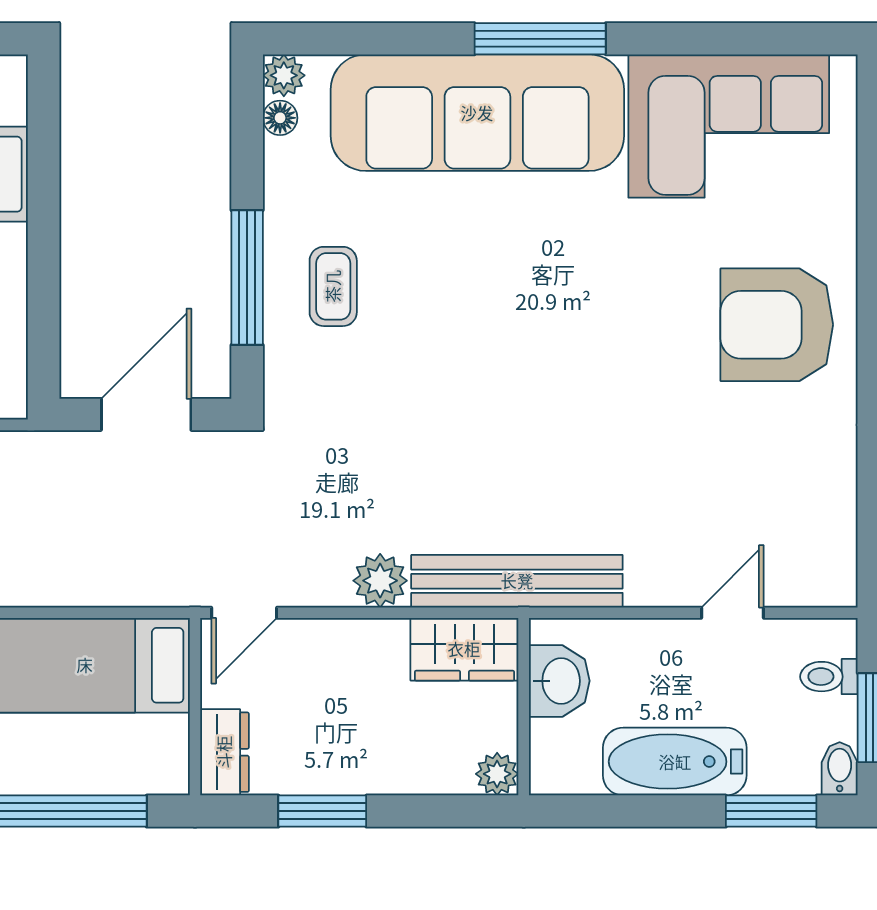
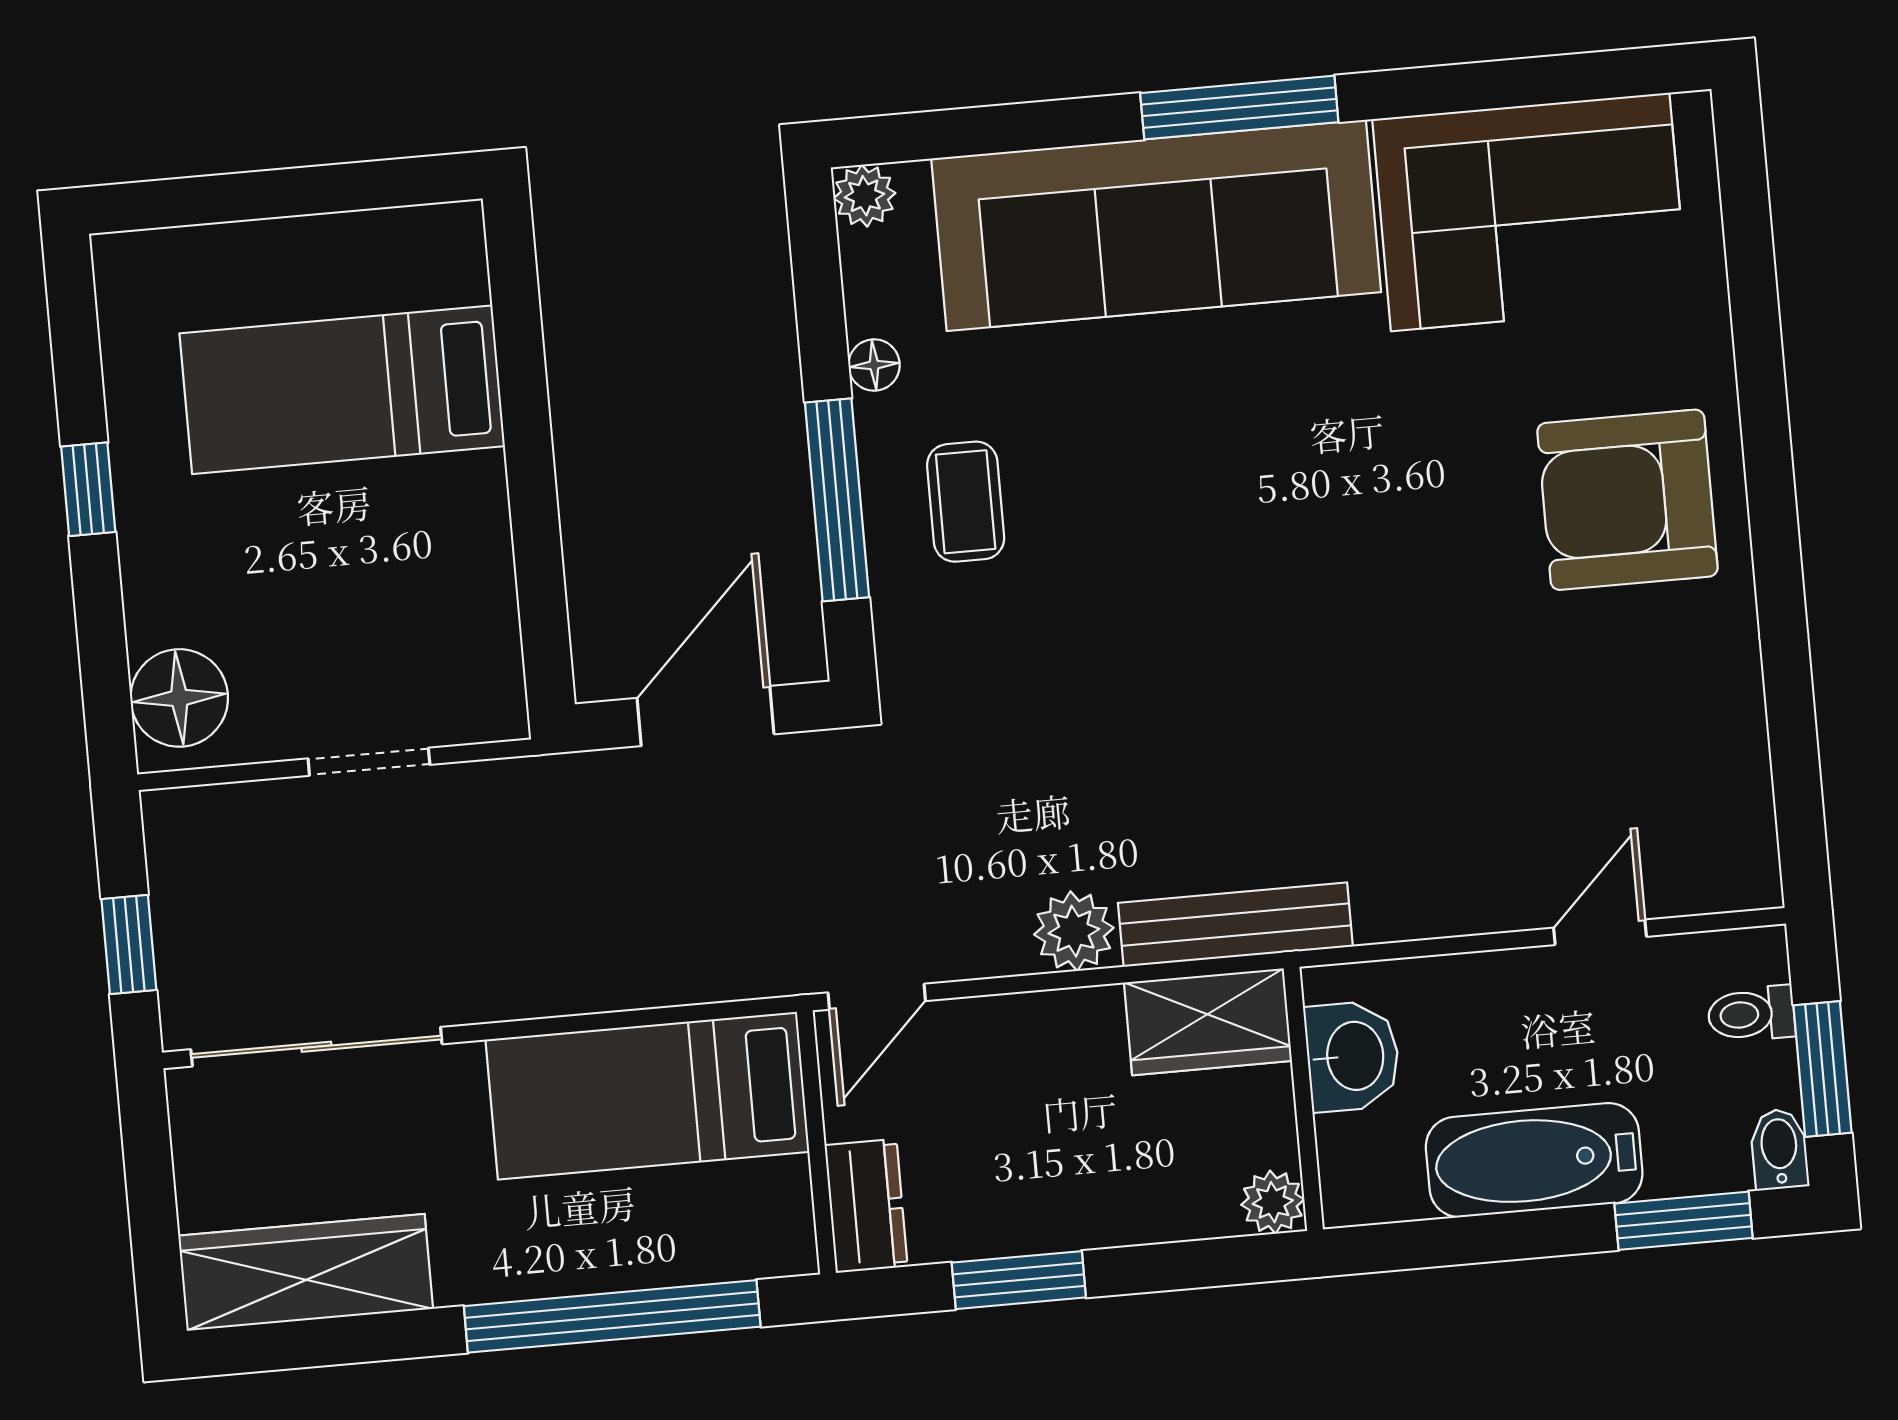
floor lamp: (280, 118) -> (874, 365), moved
bench: (517, 581) -> (1235, 925), width x0.73, depth x0.82

